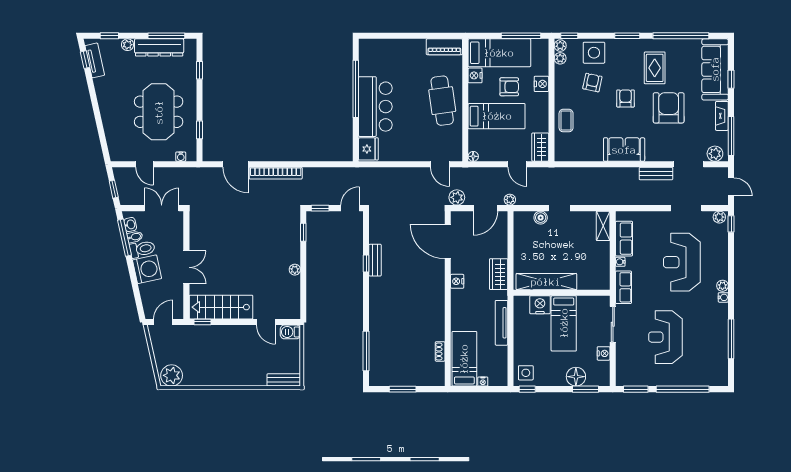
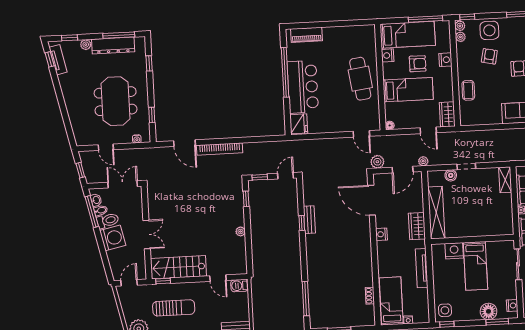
piano: (444, 47) -> (306, 35), moved
shelving: (546, 282) -> (436, 213), moved, turned 90
nightstand: (604, 353) -> (512, 306), moved
sun lounger: (213, 354) -> (174, 308), added

